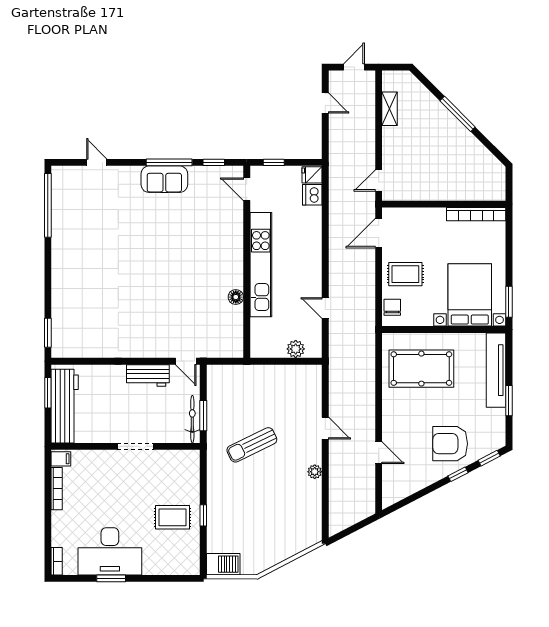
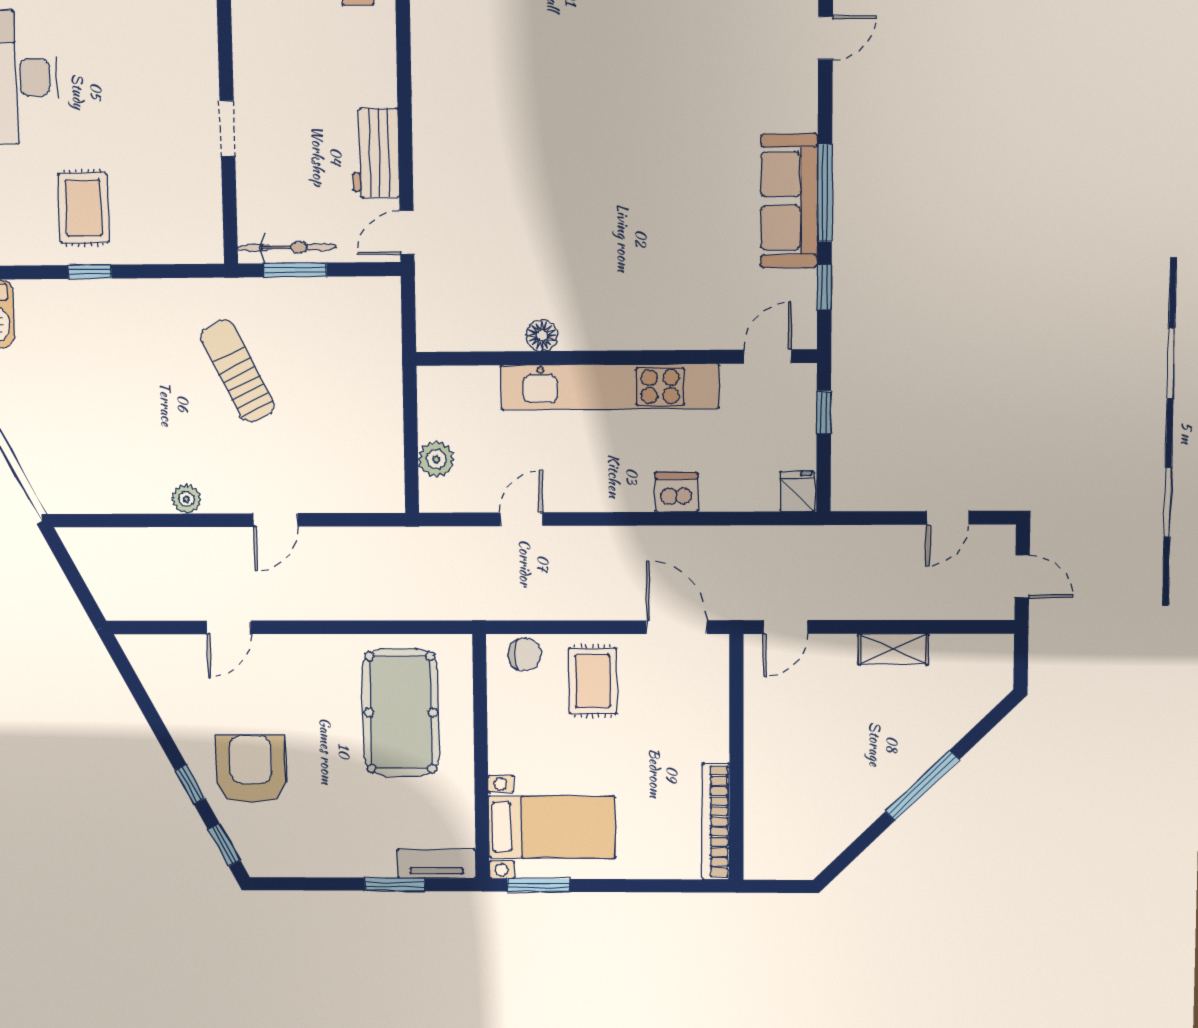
shelving: (390, 109) -> (893, 649), moved
sofa: (164, 179) -> (789, 201), width x1.36
door: (379, 180) -> (785, 627), swing flipped
dishwasher: (312, 195) -> (676, 492), moved
bed with nightstands: (470, 295) -> (552, 827), width x0.73
tv unit: (496, 370) -> (437, 864), width x0.52, depth x0.78
window: (509, 401) -> (395, 884), moved
doorway: (135, 446) -> (227, 129), width x0.73

